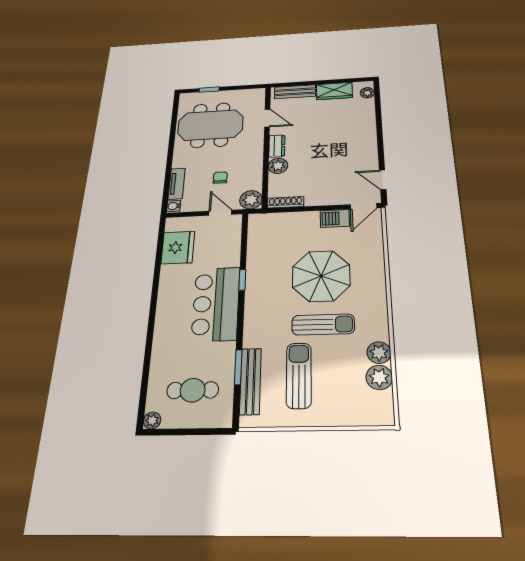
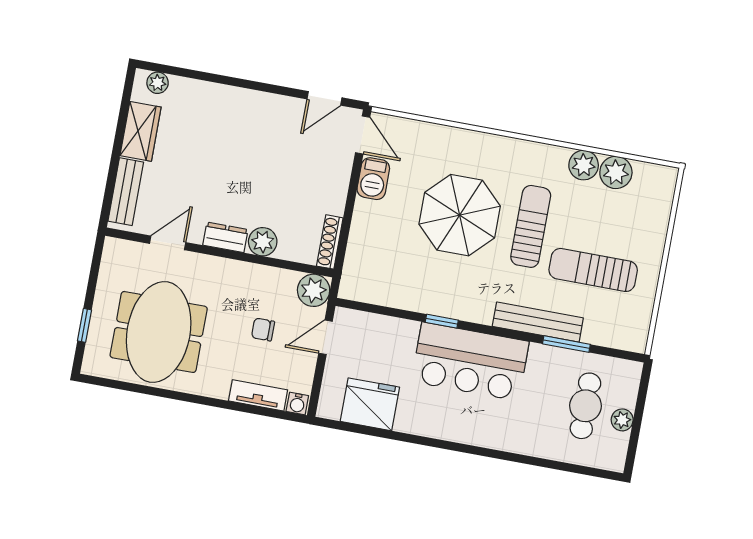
bench: (250, 381) -> (538, 322), moved
plant: (152, 420) -> (622, 420), moved

